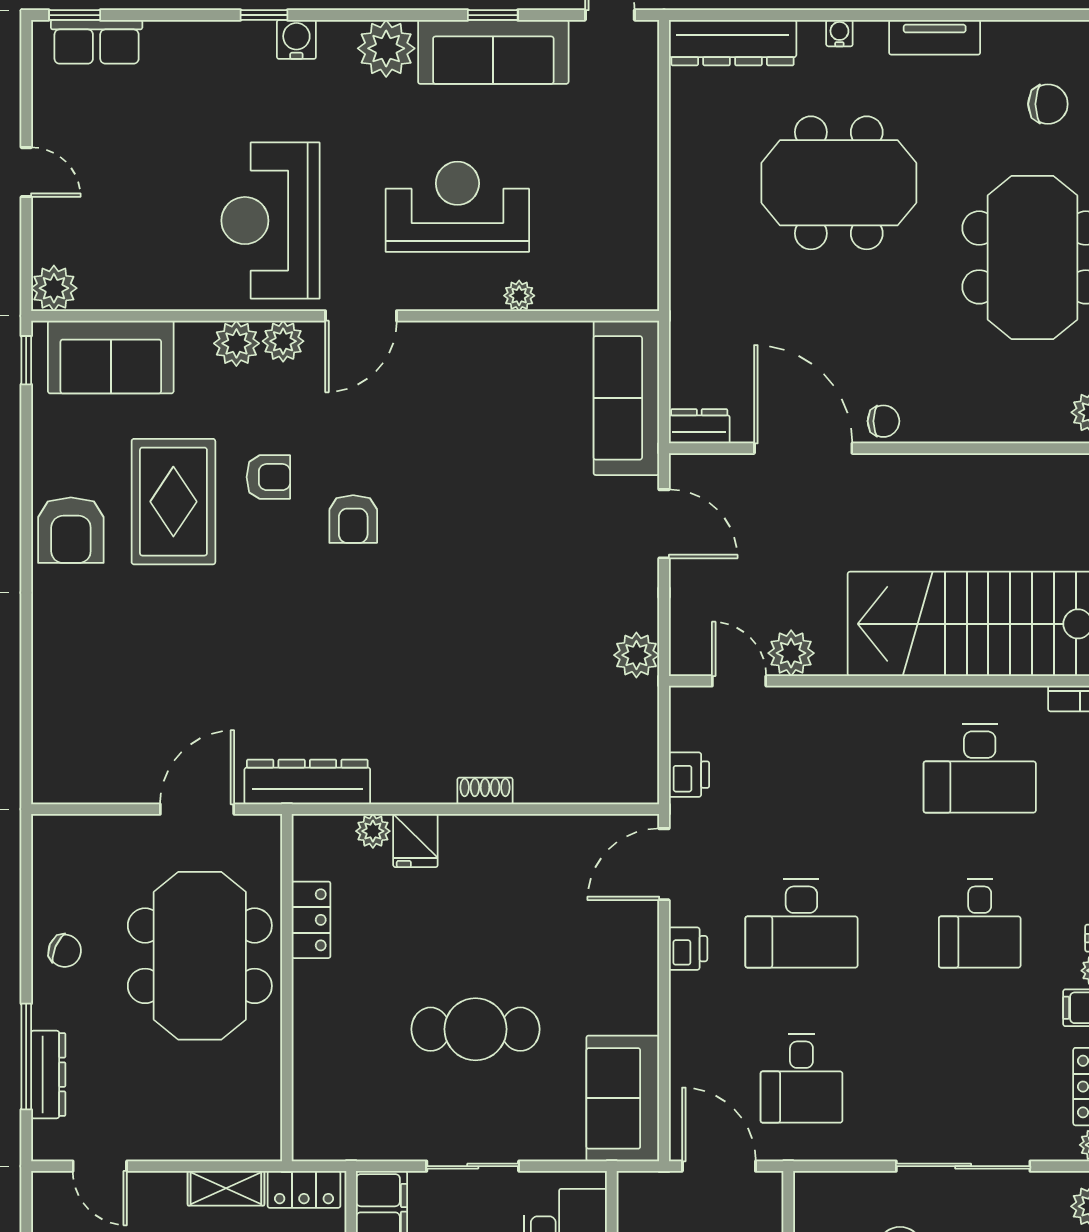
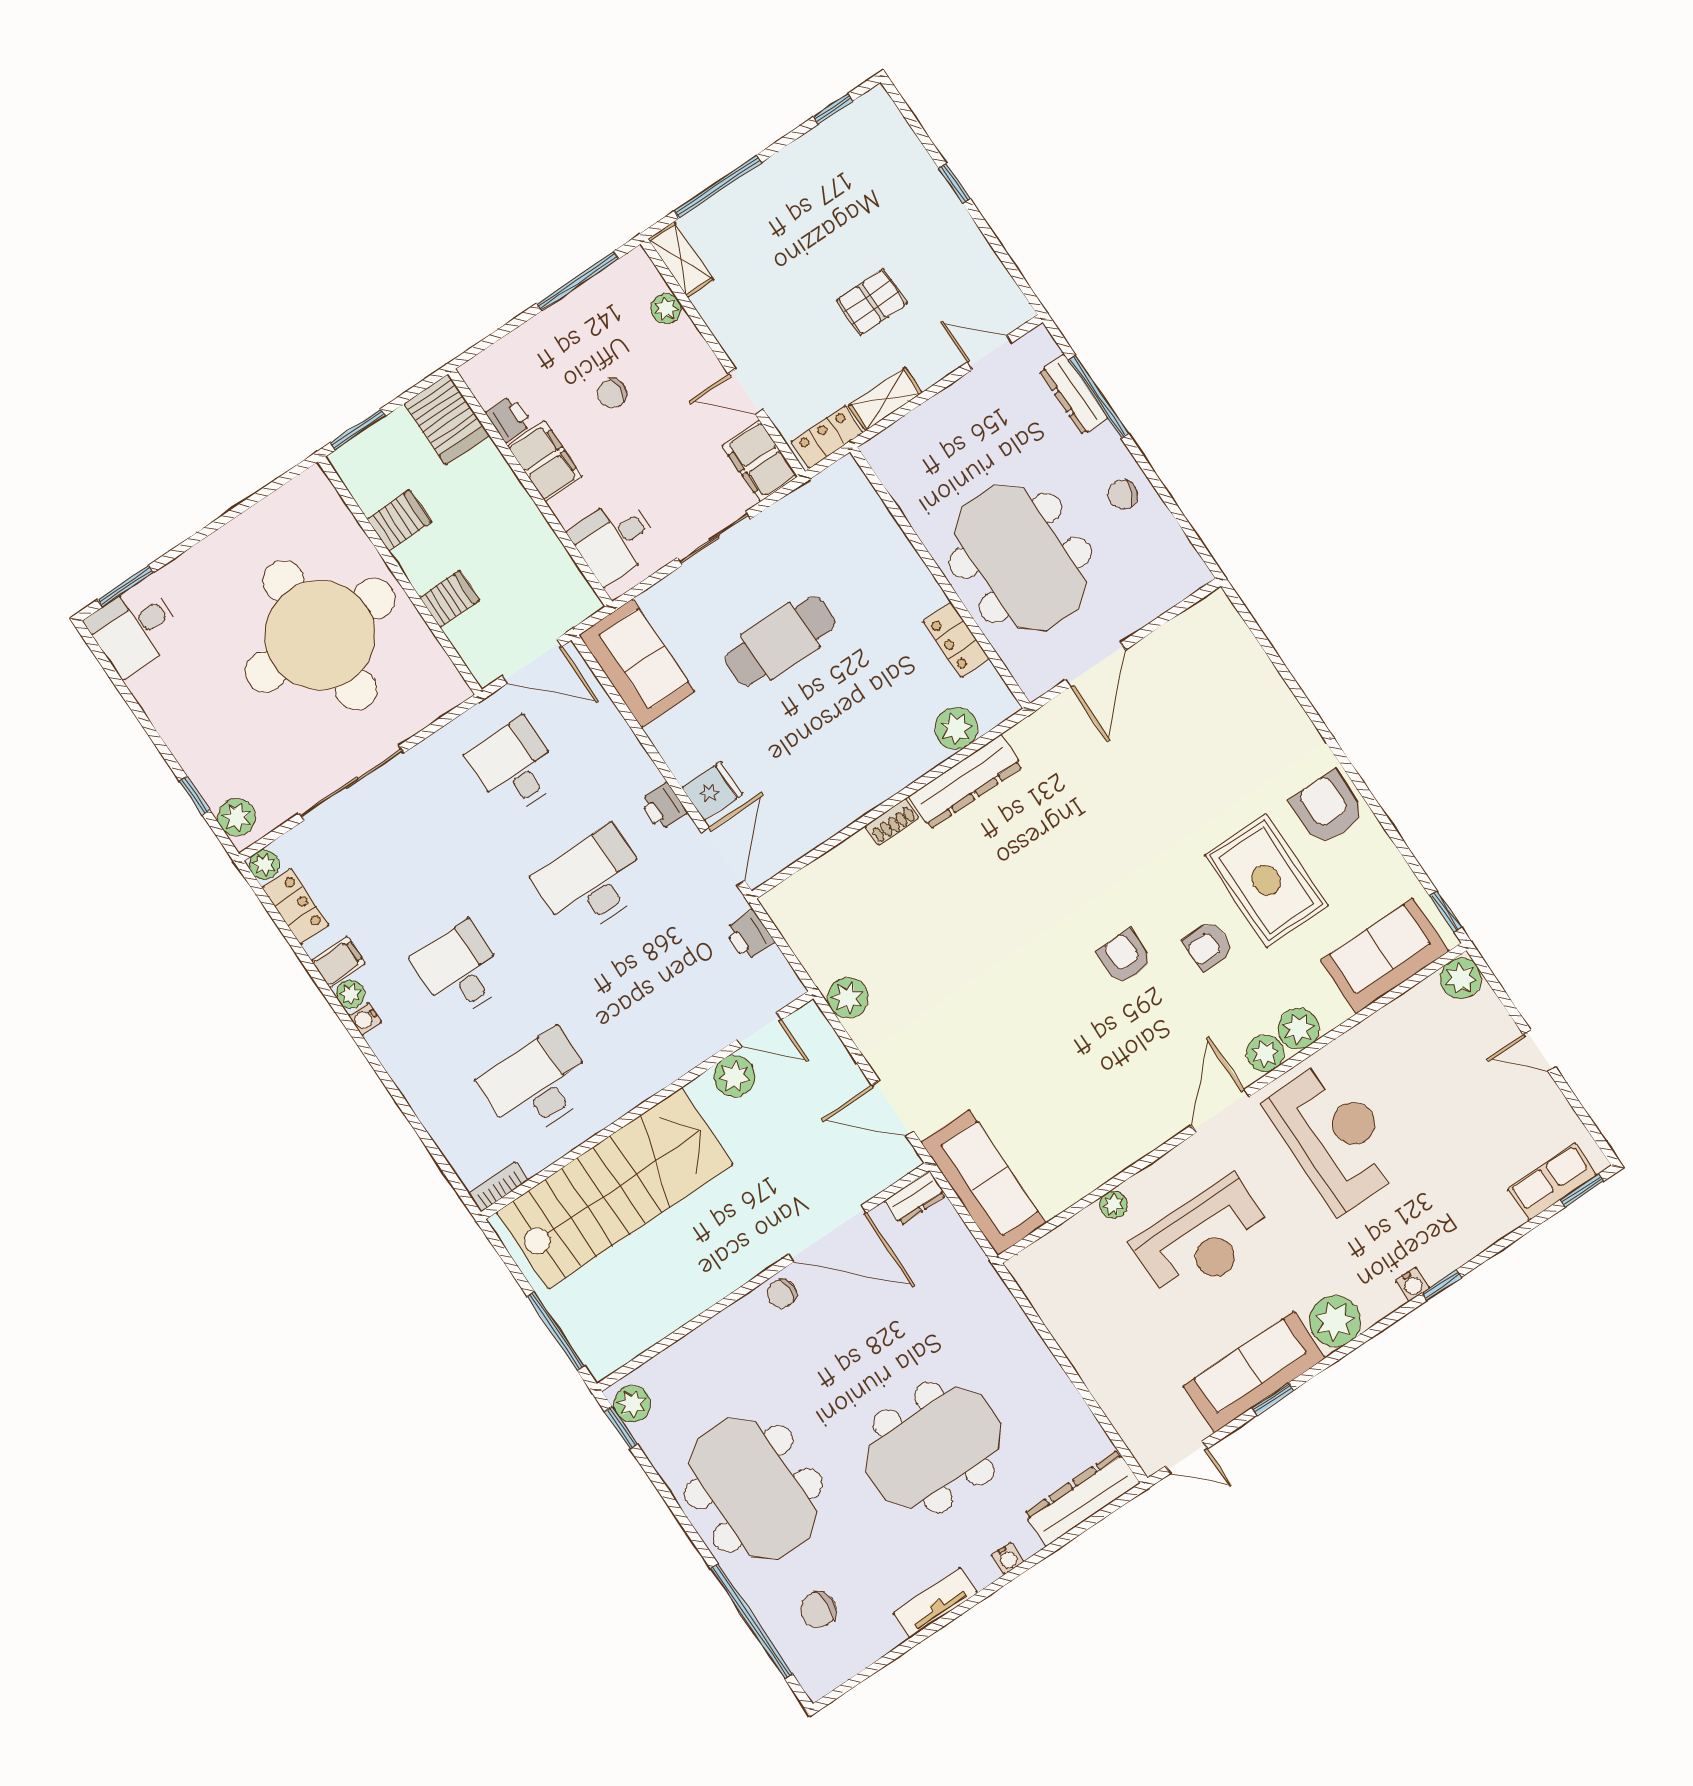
water cooler: (296, 39) -> (1412, 1284), width x0.72, depth x0.72
dresser: (307, 782) -> (966, 782), moved
plant: (373, 831) -> (956, 728), width x1.38, depth x1.38
fridge: (415, 841) -> (712, 791), moved, turned 90

